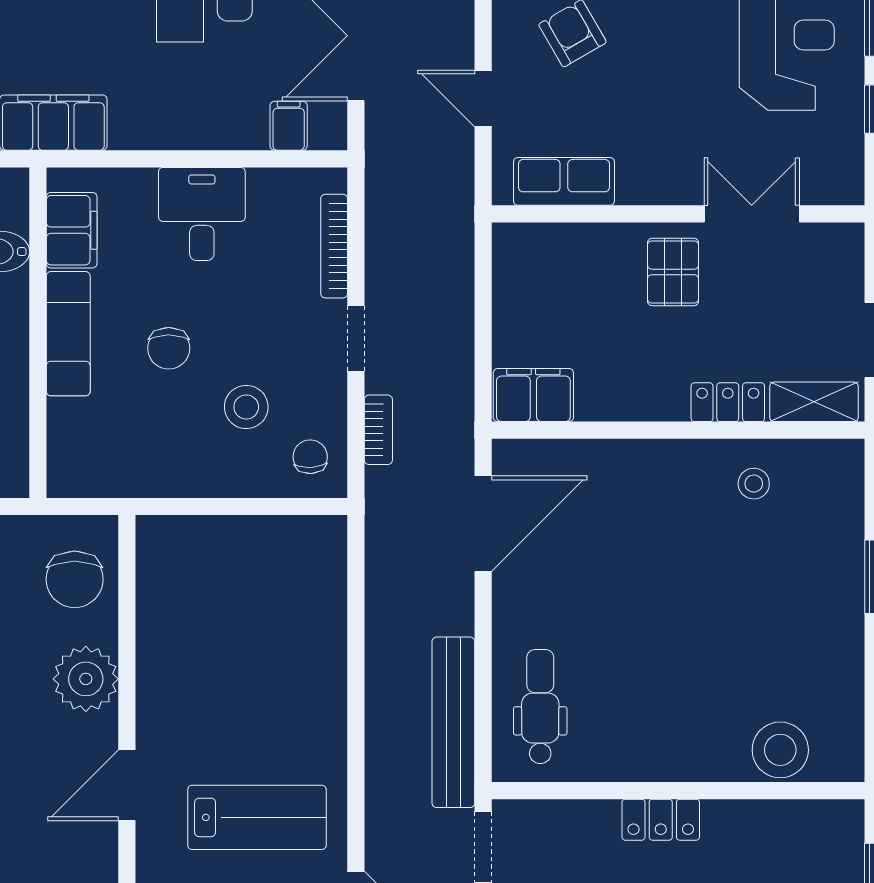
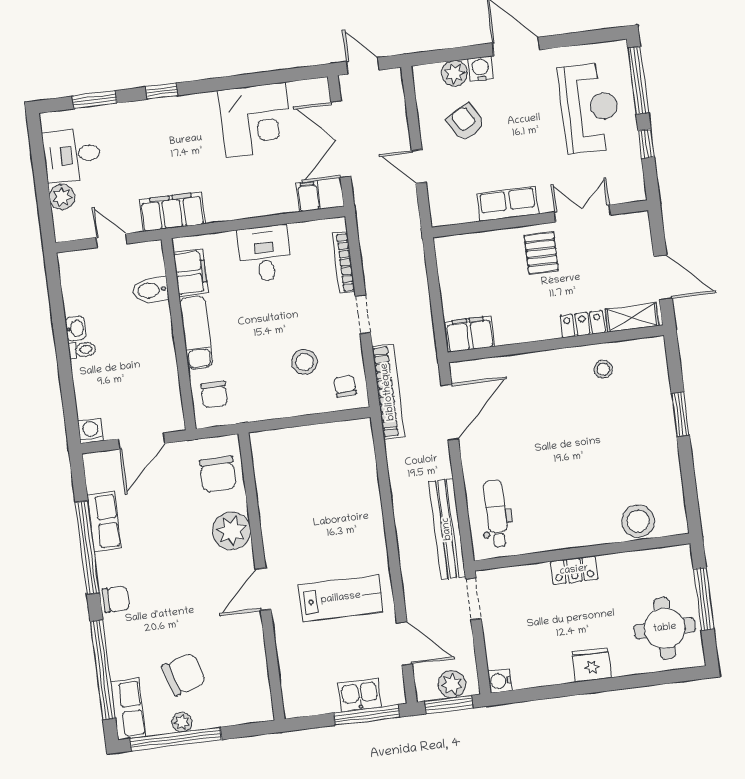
row of seats: (564, 181) -> (508, 204), moved
chair: (169, 348) -> (214, 394), moved
bookcase: (378, 430) -> (388, 392), width x2.31, depth x1.31

